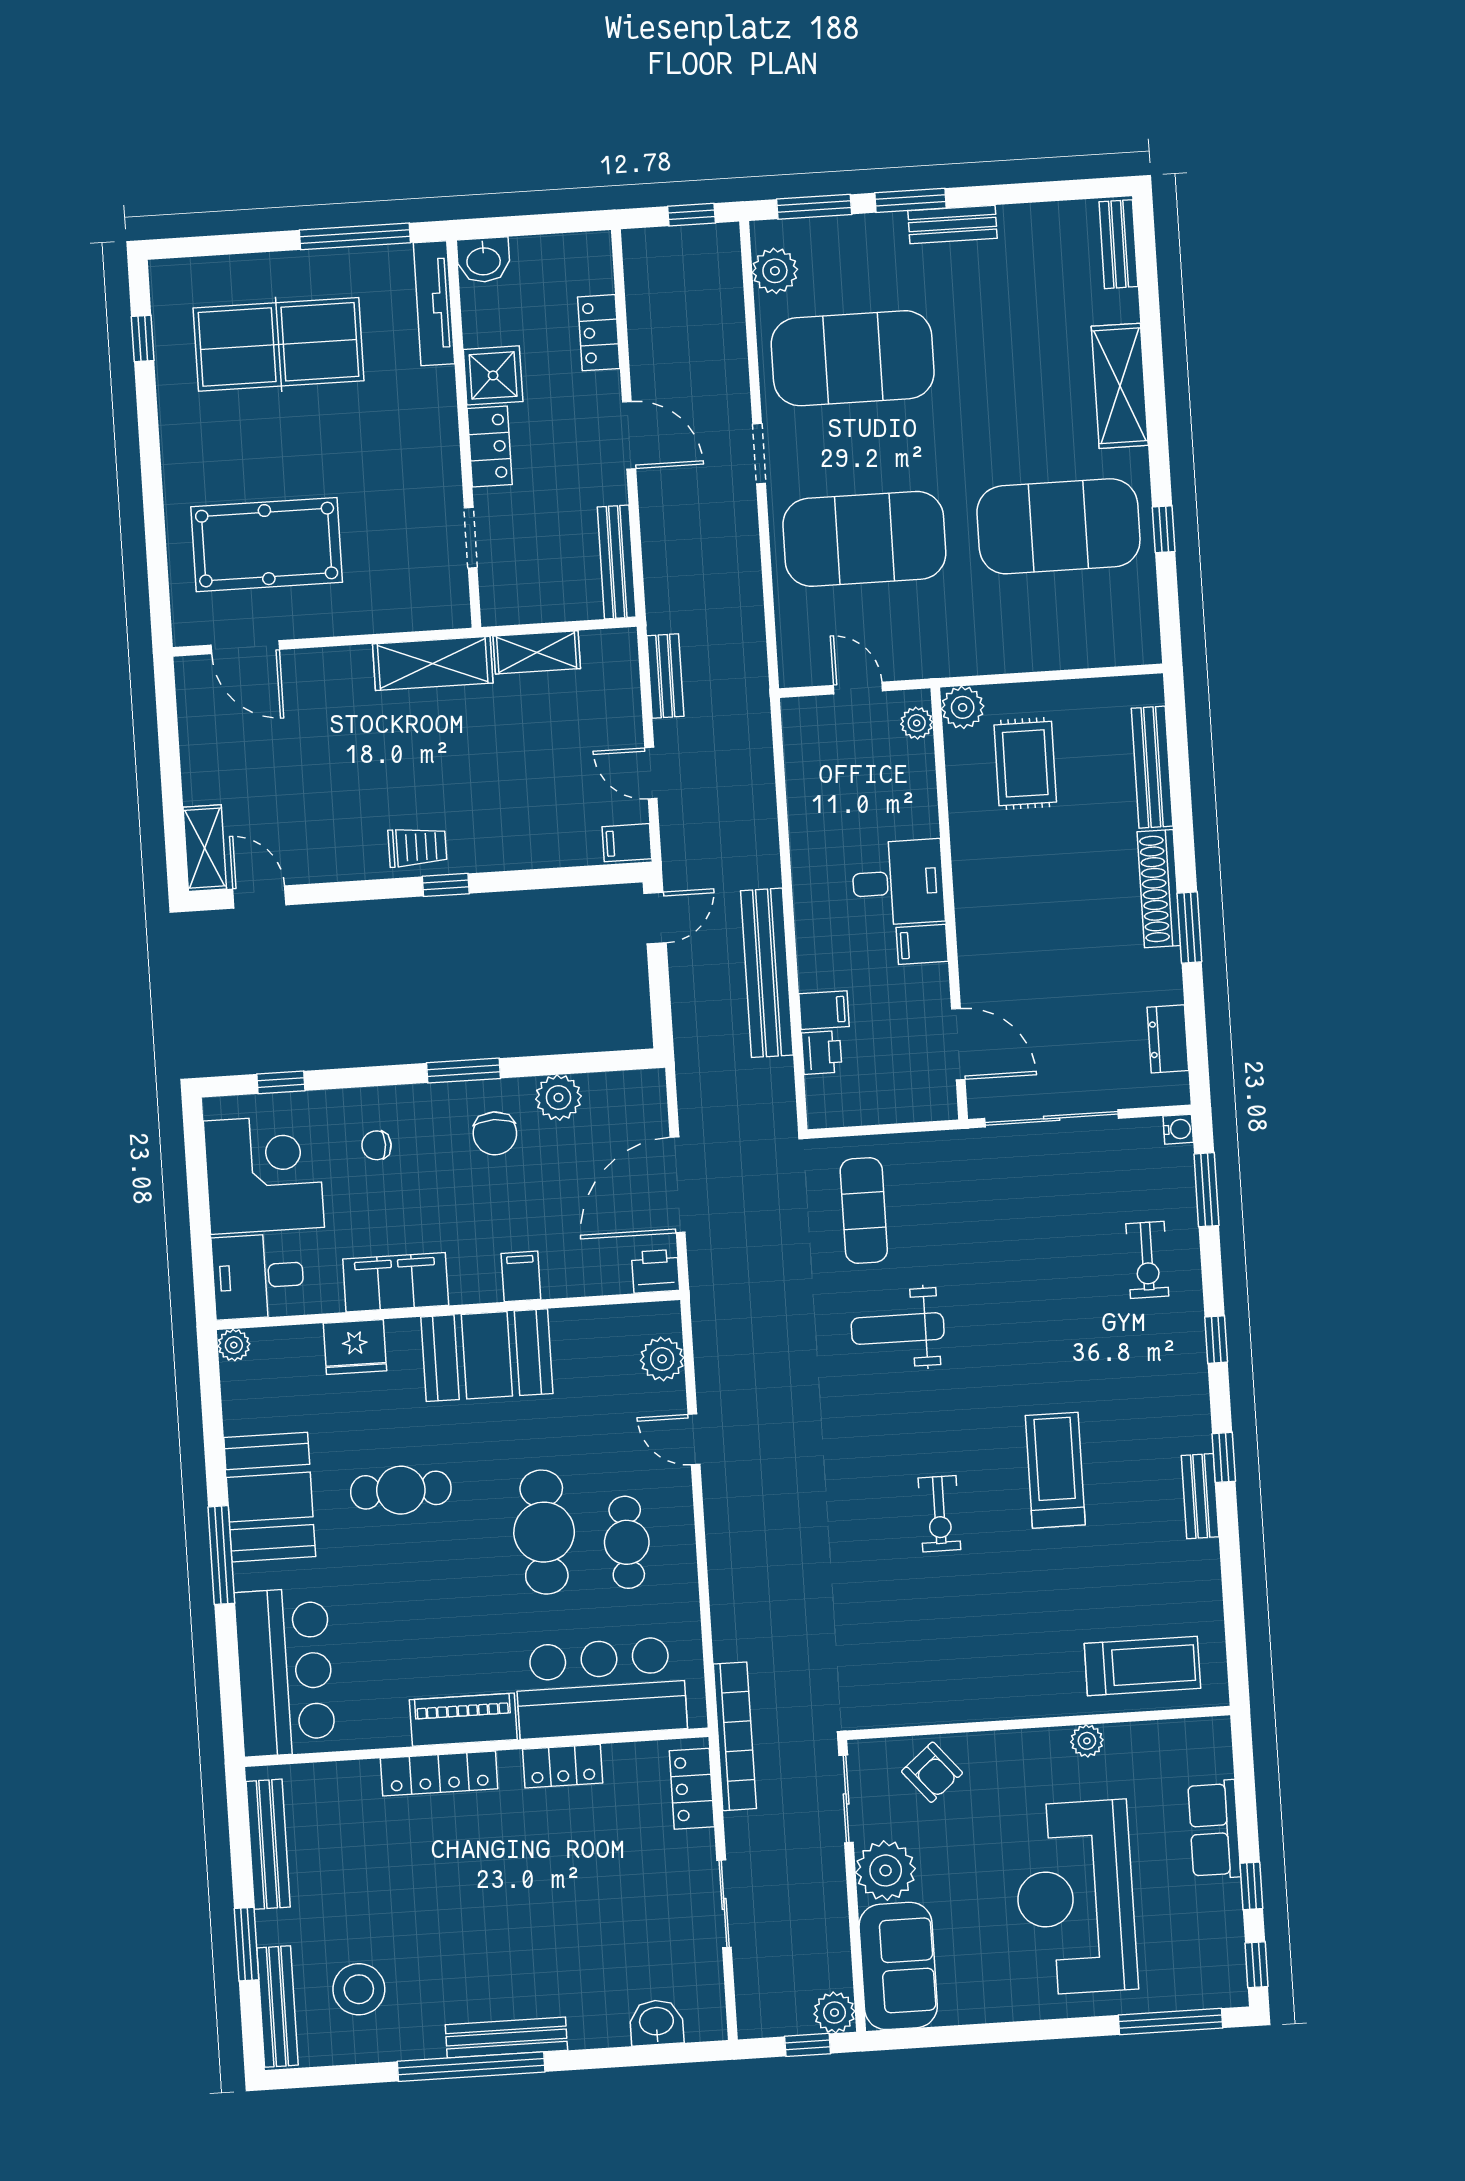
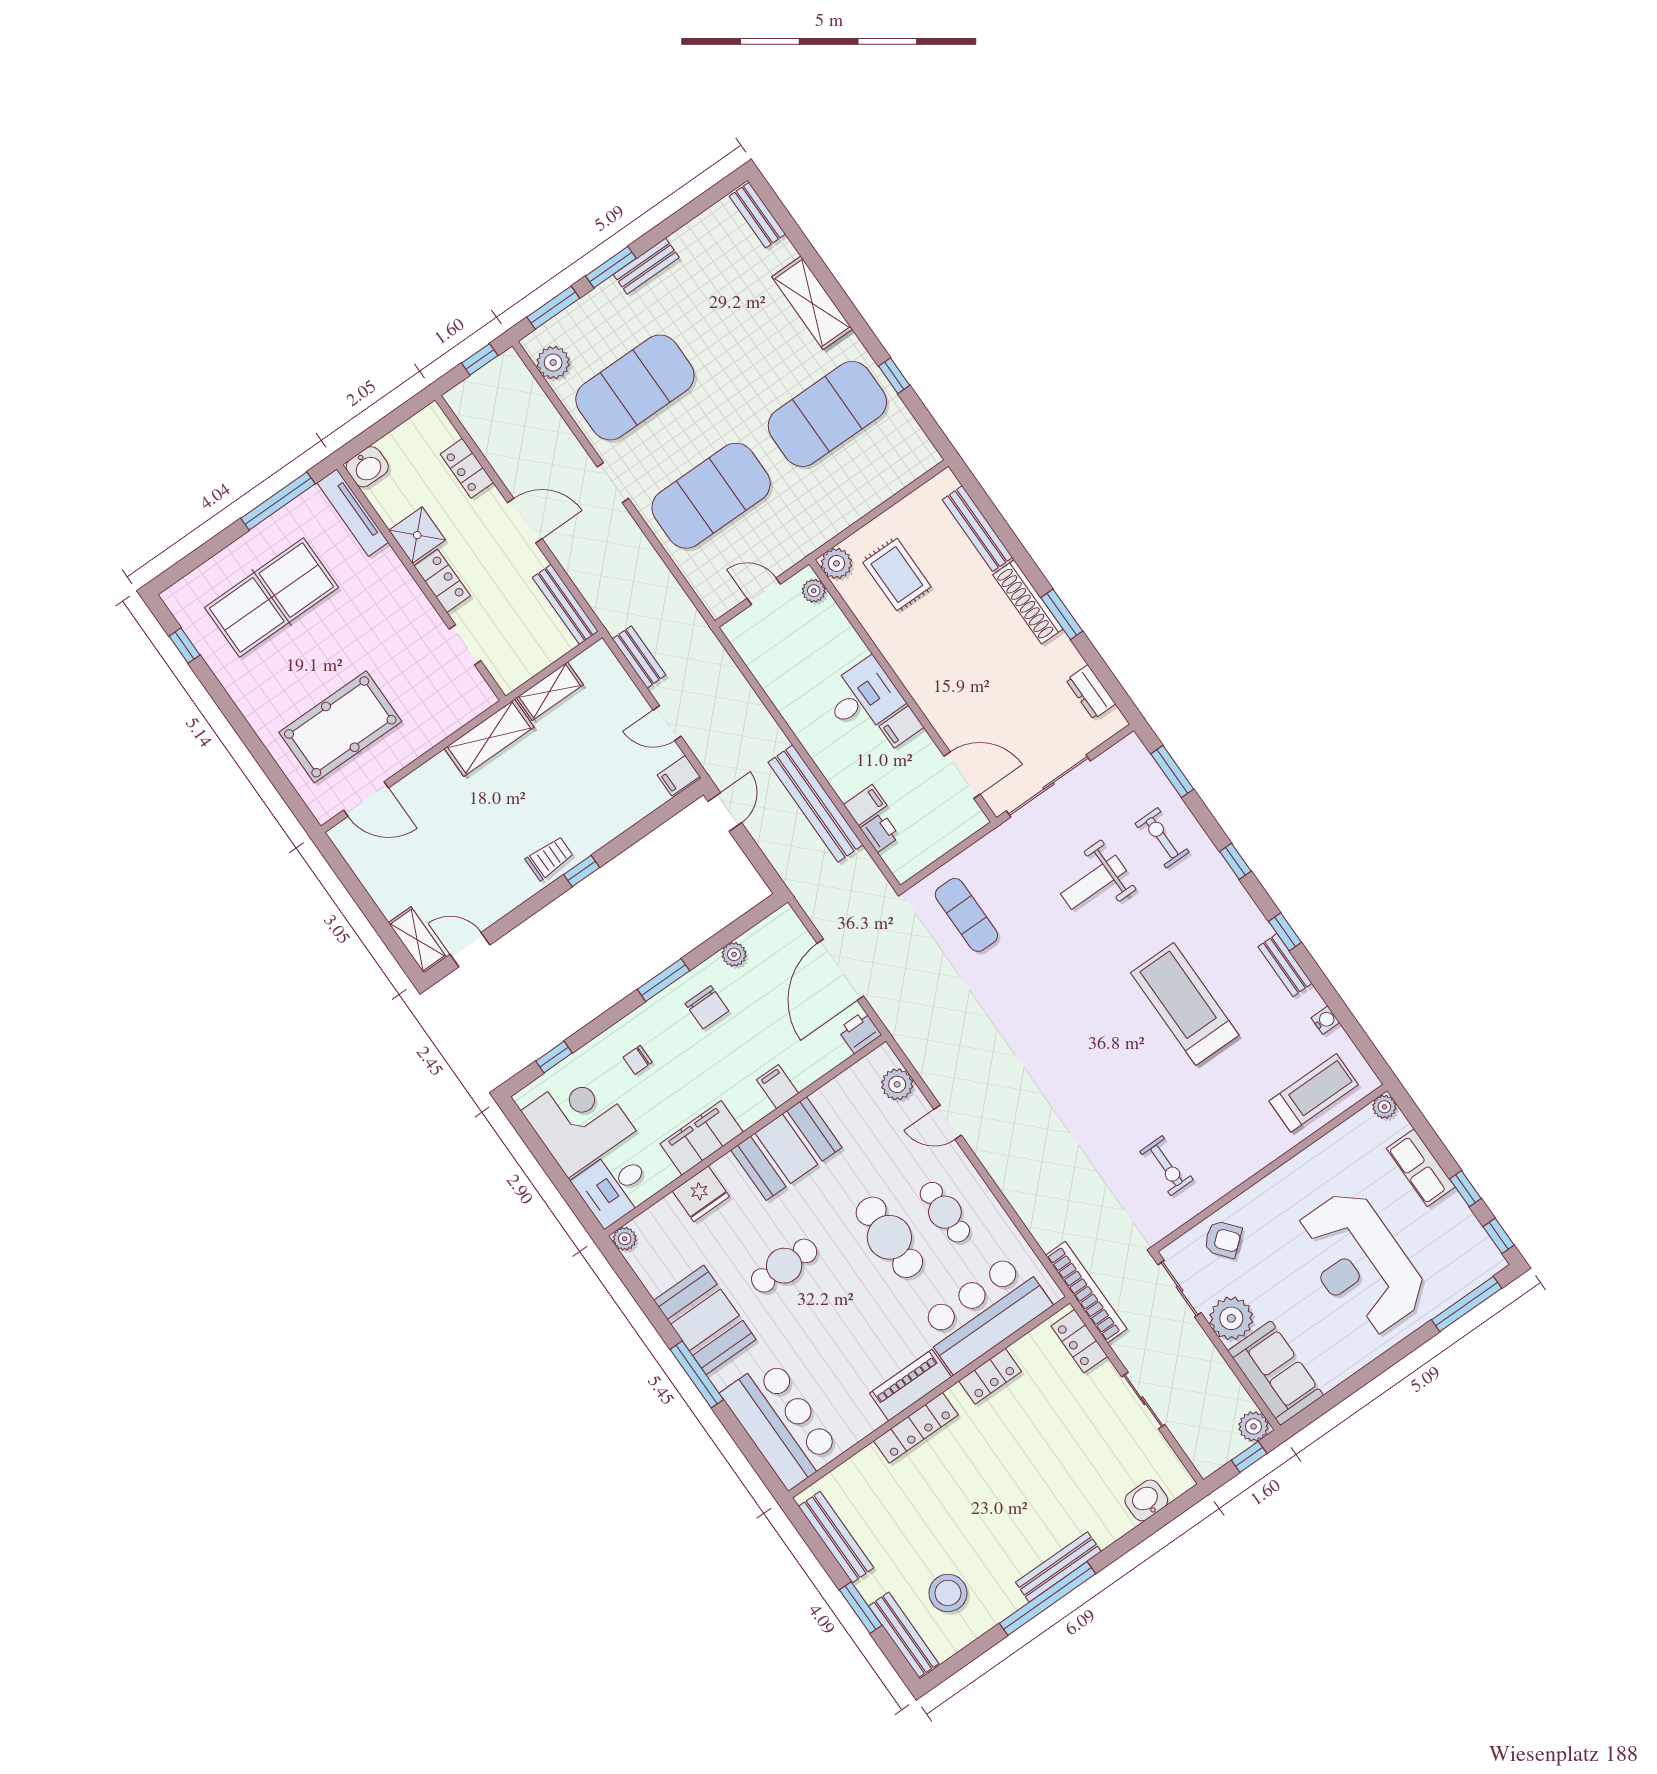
plant: (558, 1098) -> (734, 954), width x0.73, depth x0.73
water cooler: (1178, 1129) -> (1325, 1020), moved
exercise bike: (1147, 1260) -> (1162, 838), turned 180
weight bench: (898, 1329) -> (1093, 882), moved
treadmill: (1055, 1470) -> (1185, 1004), width x1.37, depth x1.38
exercise bike: (939, 1514) -> (1166, 1166), moved
plant: (1087, 1741) -> (1384, 1107), moved

